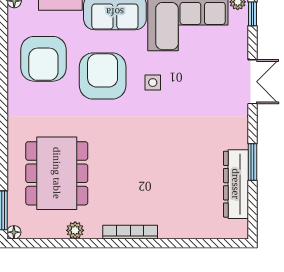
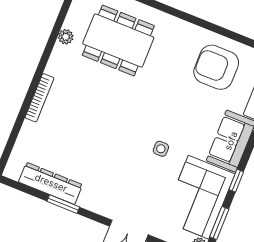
armchair: (103, 76) -> (183, 110), removed
bookcase: (130, 232) -> (39, 98), moved

